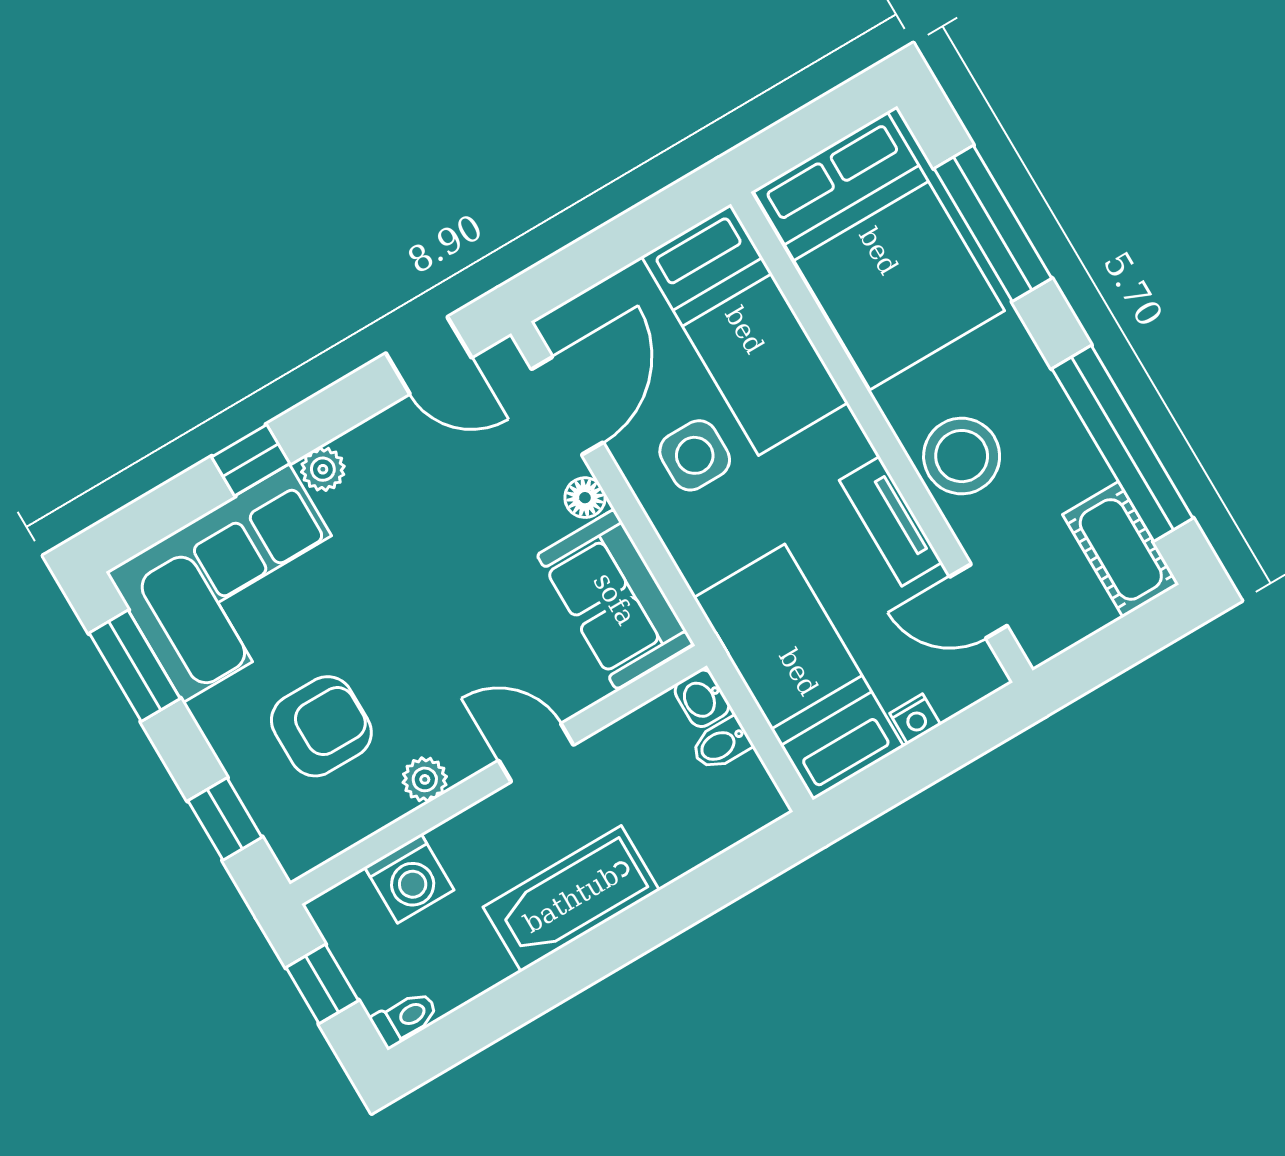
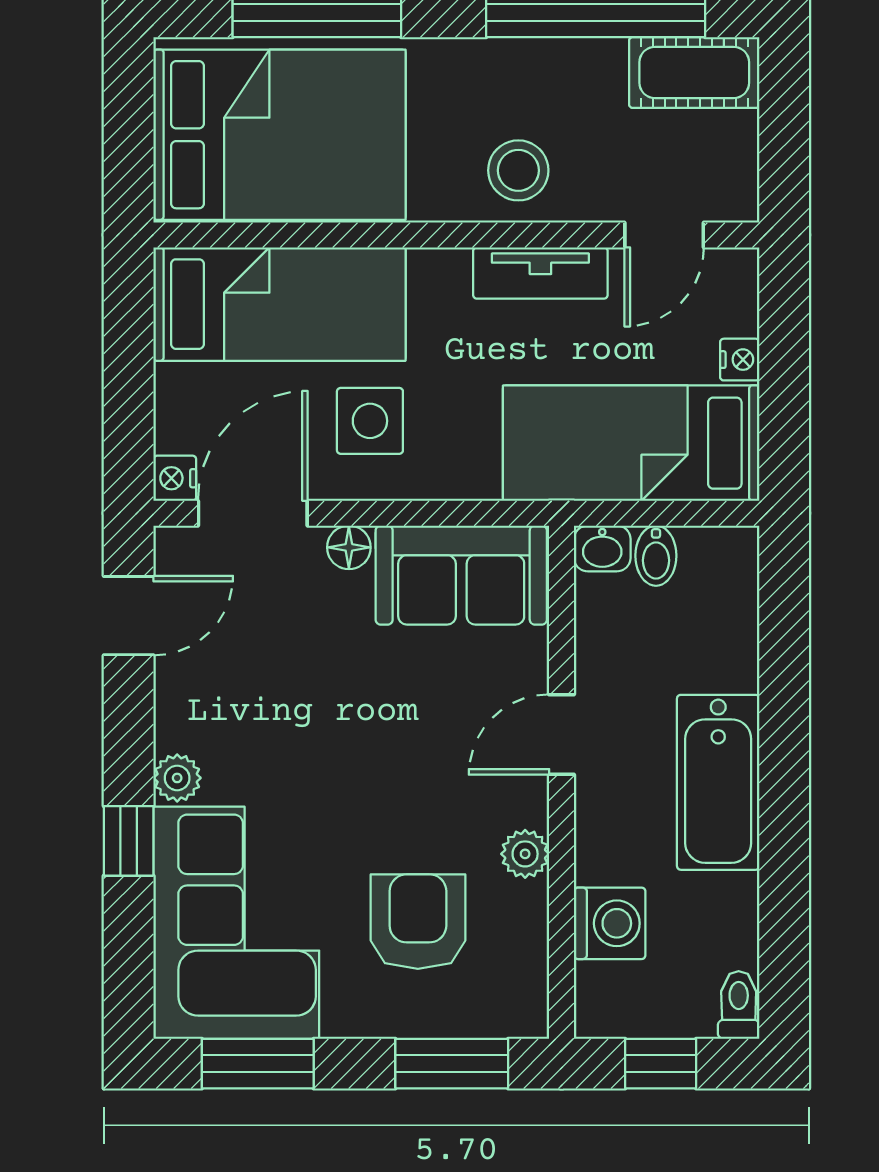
nightstand: (559, 328) -> (175, 478), added
door: (567, 406) -> (253, 513), hinge flipped
stool: (962, 456) -> (518, 170), width x0.73, depth x0.73
window: (225, 819) -> (452, 1064), width x1.50

